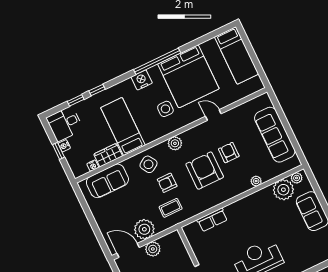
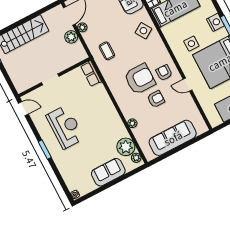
door: (213, 115) -> (188, 85), swing flipped
plant: (175, 143) -> (162, 53), removed
armchair: (167, 183) -> (164, 73), moved
row of seats: (212, 220) -> (91, 74), moved
plant: (144, 229) -> (82, 27), width x0.53, depth x0.53

